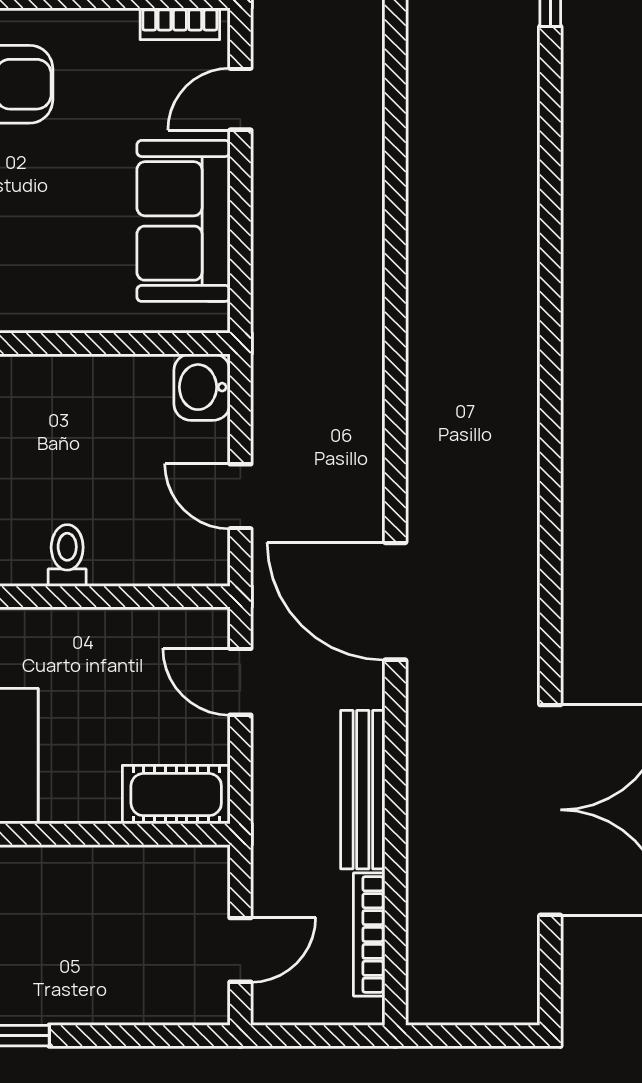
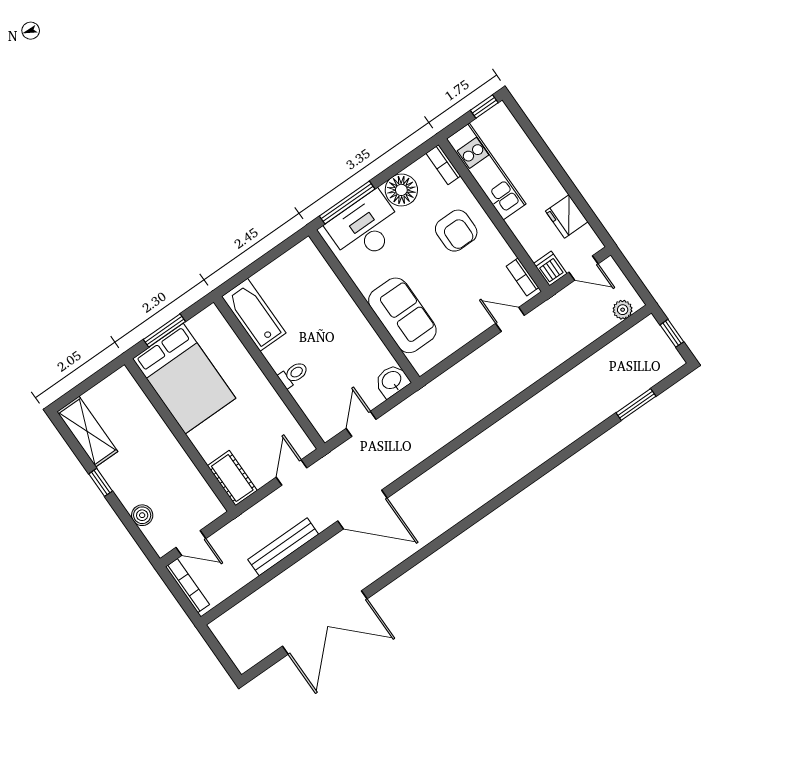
sofa: (183, 221) -> (402, 315), moved, turned 90
door: (395, 601) -> (362, 509), swing flipped
bookcase: (369, 934) -> (187, 586), moved, turned 90
boiler: (130, 1002) -> (142, 515), added

